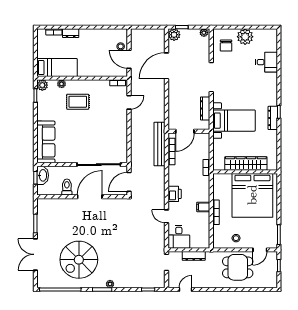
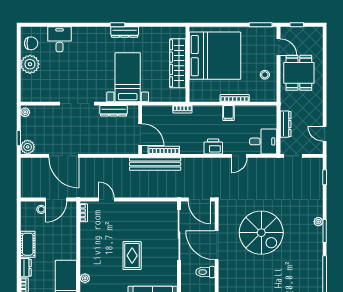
cot: (91, 35) -> (28, 244), added
chair: (226, 46) -> (31, 43), moved
rug: (78, 102) -> (132, 256), moved
spiral stairs: (79, 260) -> (261, 233), moved

